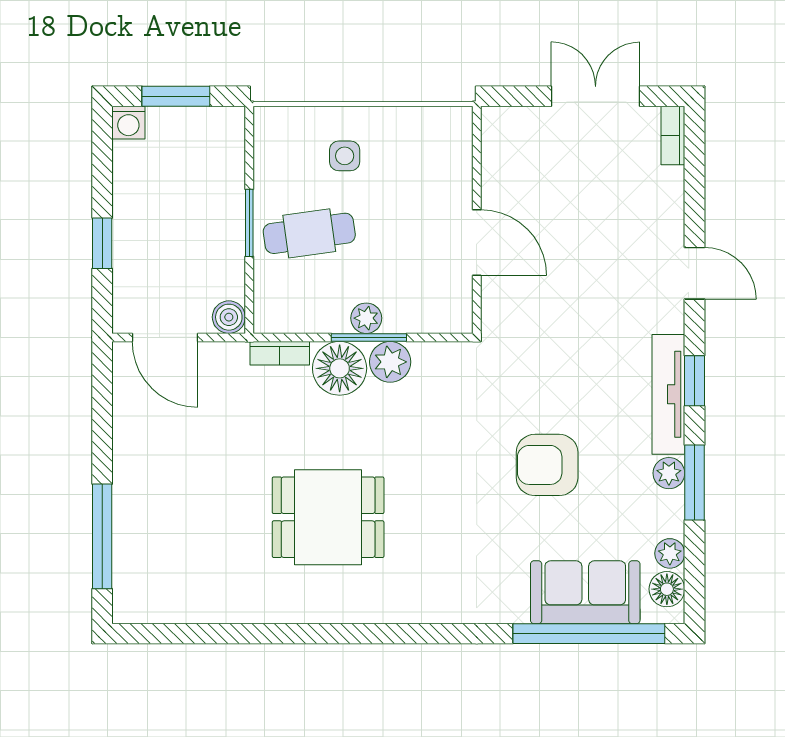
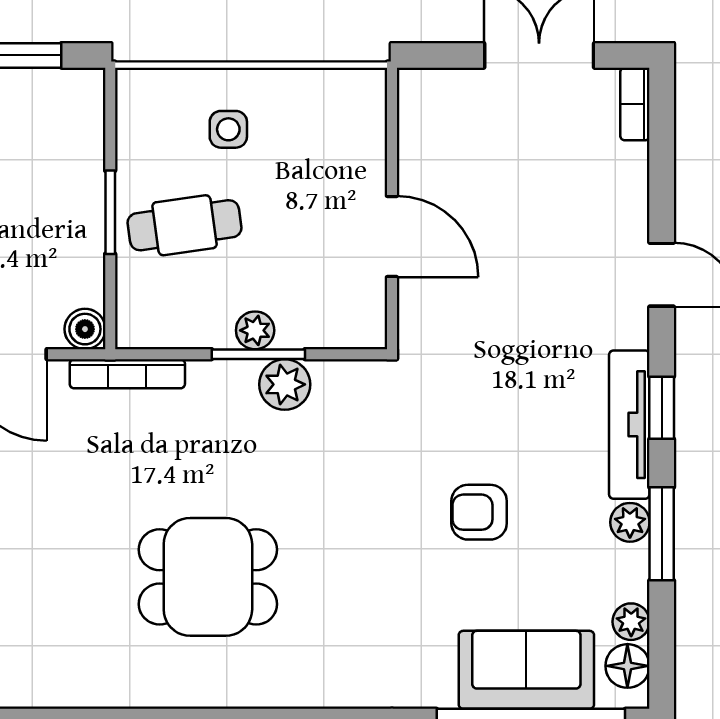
bookcase: (280, 353) -> (127, 374), width x1.56
floor lamp: (340, 368) -> (222, 392), removed
armchair: (547, 465) -> (479, 512), width x0.72, depth x0.72

